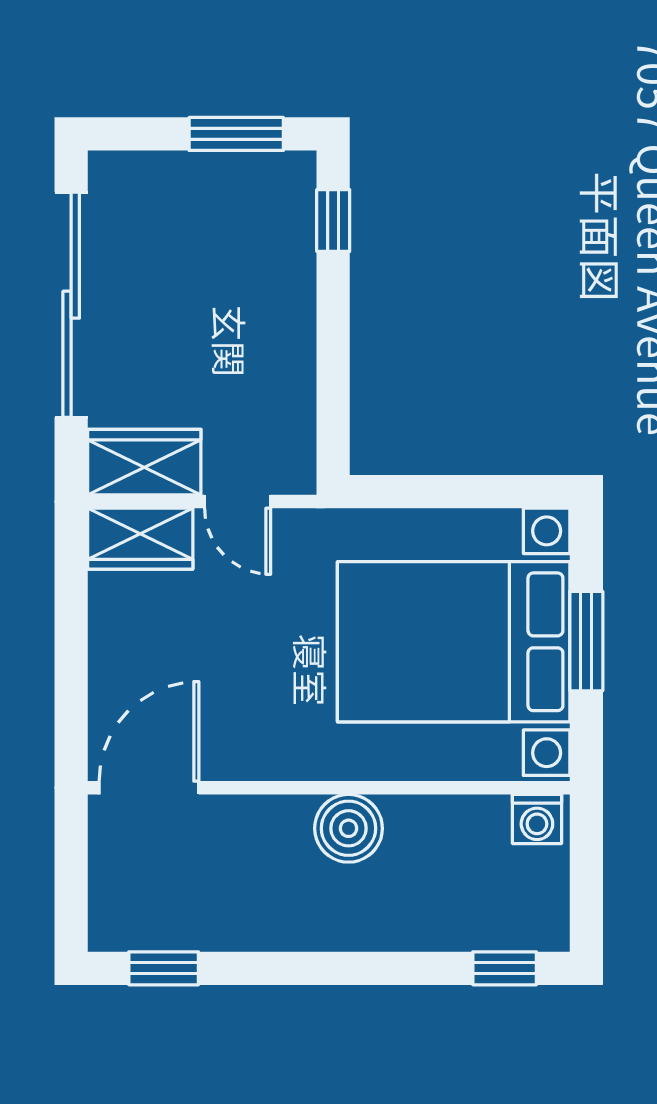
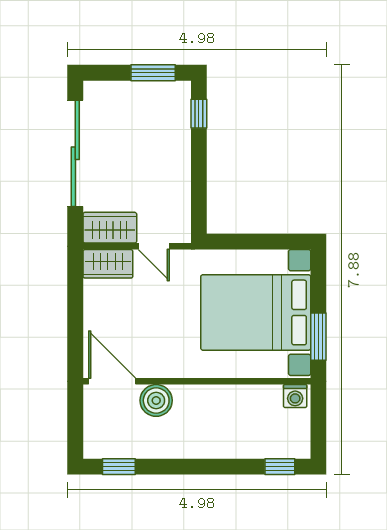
window: (586, 641) -> (318, 337), moved
door: (149, 788) -> (112, 381), hinge flipped
boiler: (349, 828) -> (156, 400), moved

